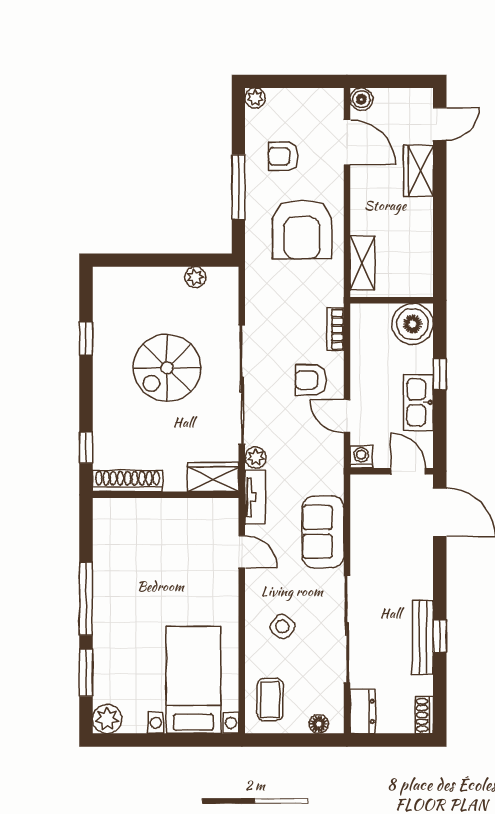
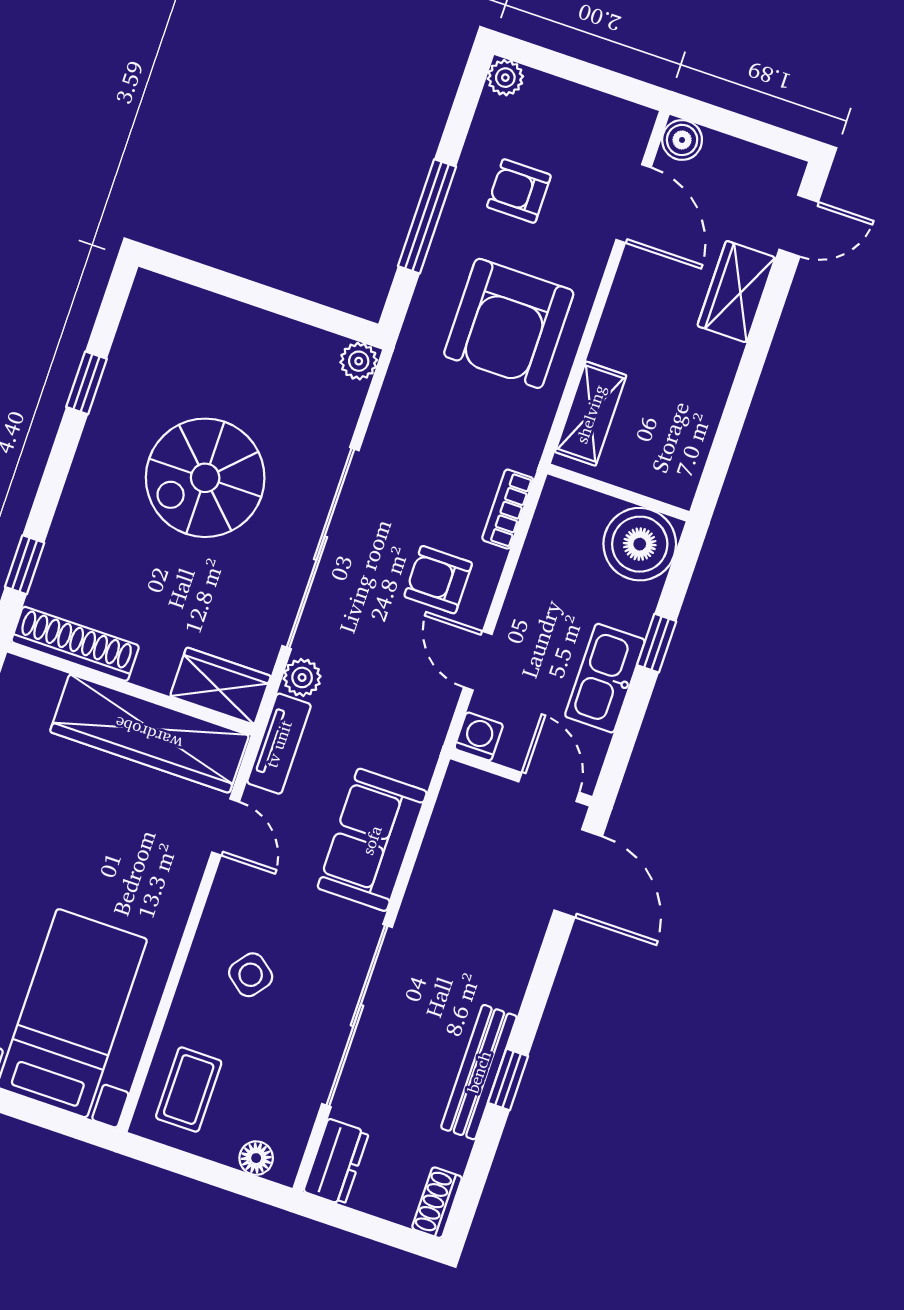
plant: (195, 277) -> (359, 361), moved
wardrobe: (184, 515) -> (149, 733), added

